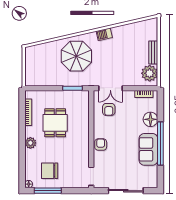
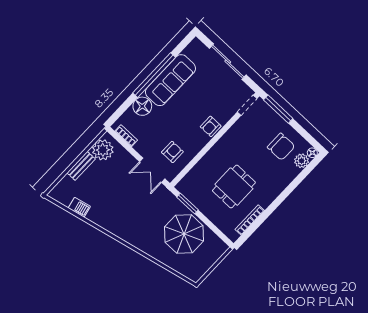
barbecue: (104, 34) -> (79, 207), moved
parasol: (76, 56) -> (184, 234), moved
double door: (110, 88) -> (152, 170), swing flipped
plant: (30, 143) -> (302, 161), moved
sofa: (148, 149) -> (170, 80), width x1.36
window: (48, 191) -> (278, 109), moved

